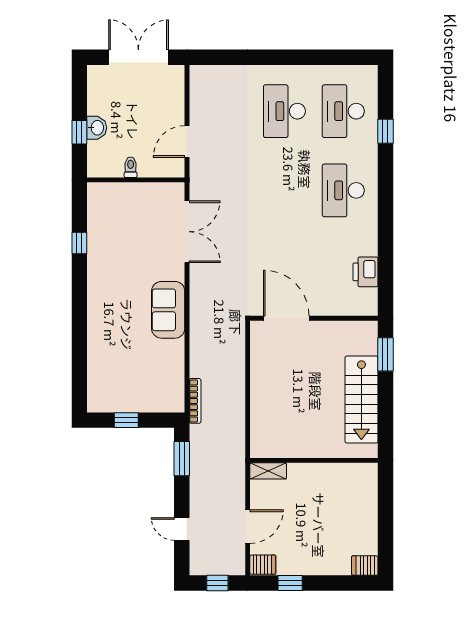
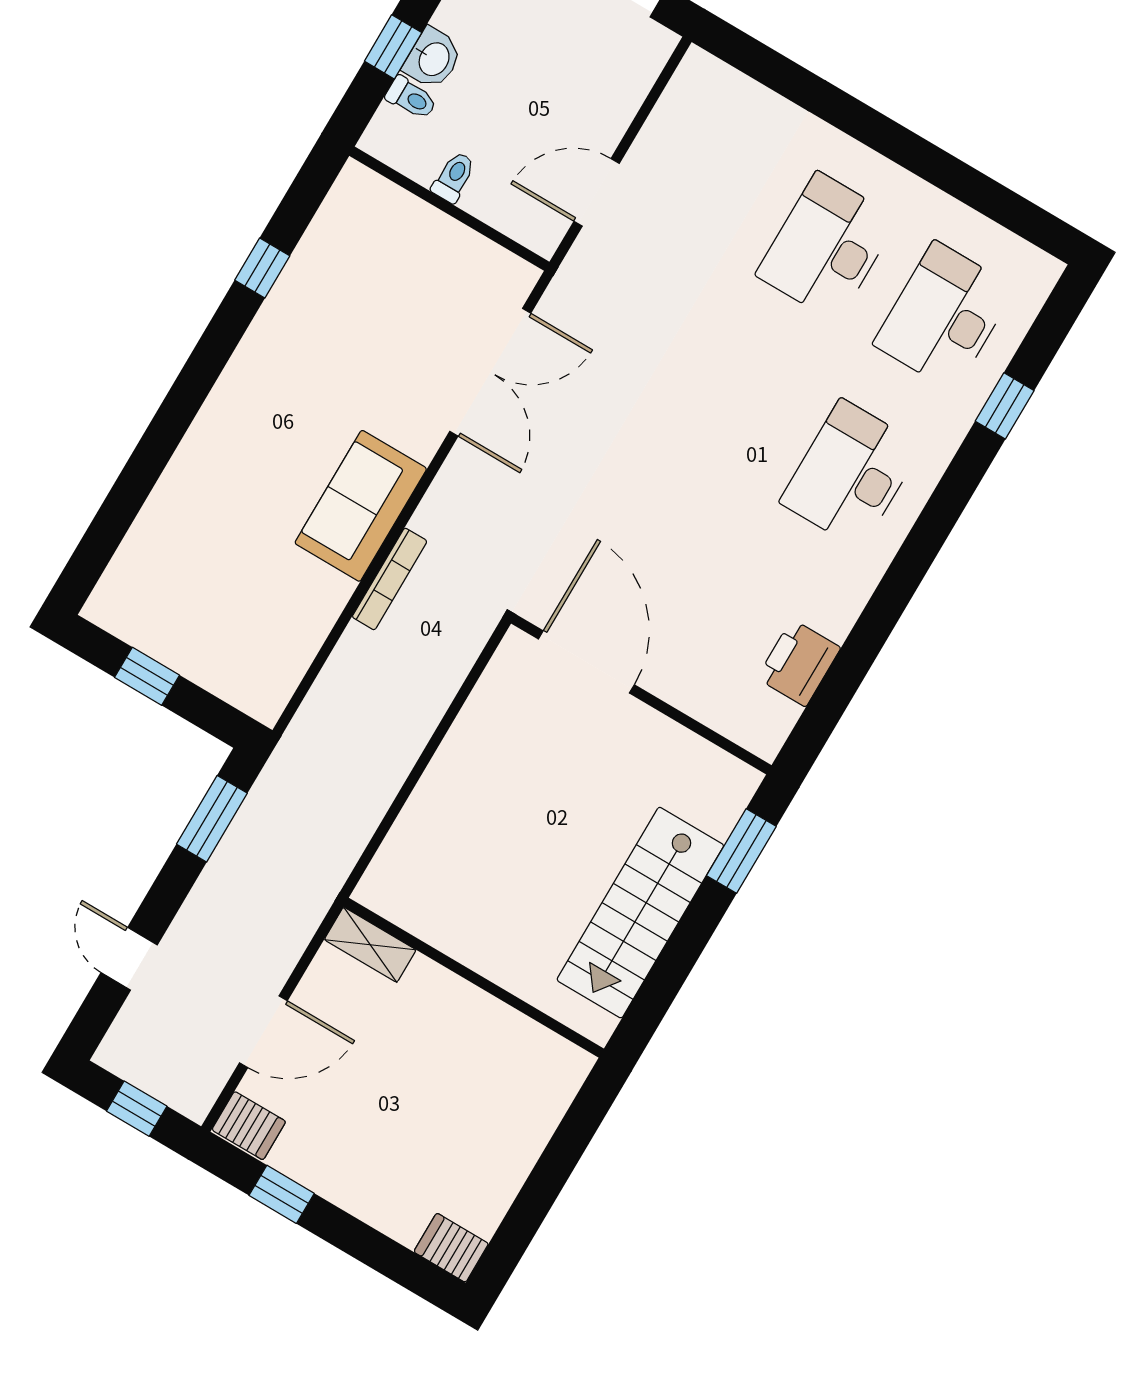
toilet: (97, 147) -> (411, 98), added
bookcase: (195, 401) -> (390, 579), moved

